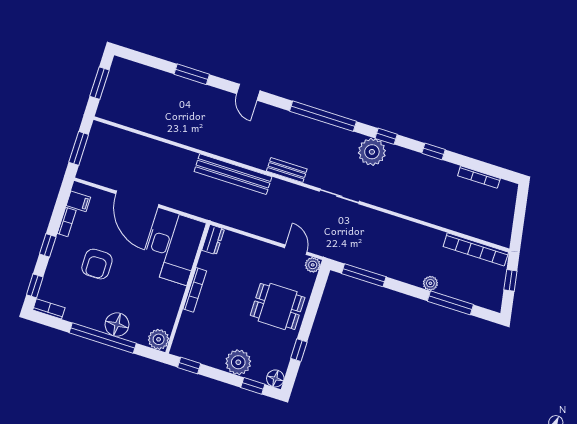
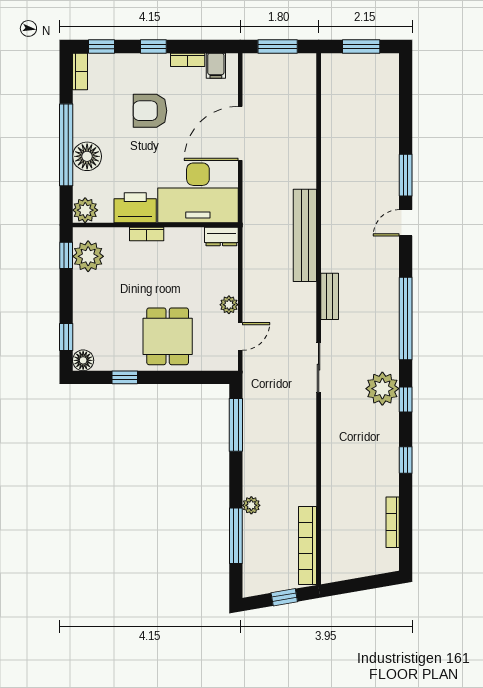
window: (192, 74) -> (406, 175), moved
plant: (313, 265) -> (229, 305), moved
bookcase: (195, 290) -> (147, 234), width x0.64
printer: (169, 300) -> (135, 208), added
plant: (238, 362) -> (88, 256), moved

